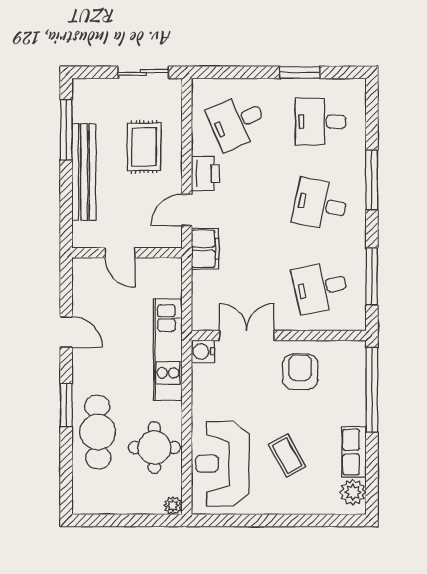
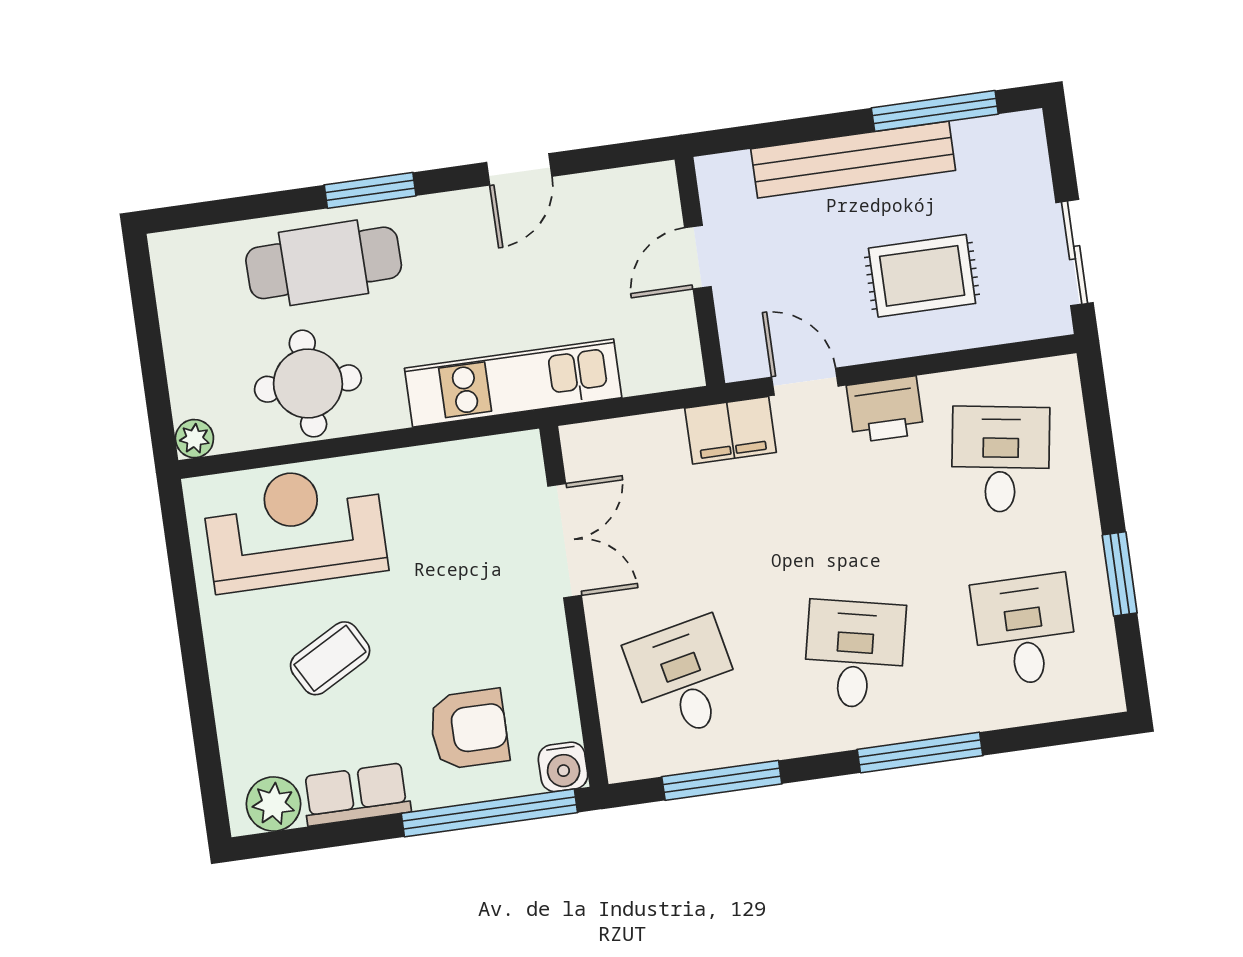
desk: (237, 122) -> (1001, 459), turned 33
water cooler: (203, 351) -> (563, 767), moved, turned 180
armchair: (300, 372) -> (469, 729), moved

